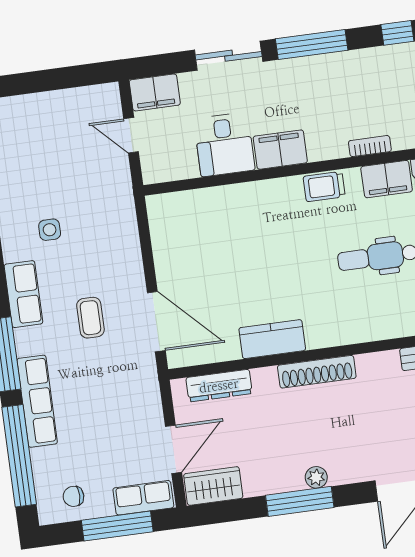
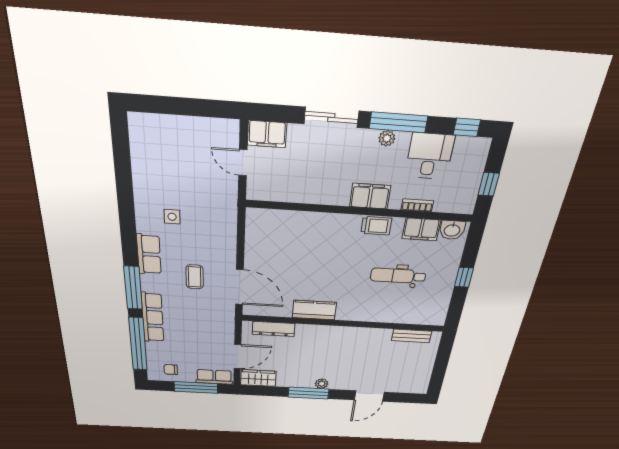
plant: (303, 67) -> (387, 138), added
desk: (224, 144) -> (430, 156), moved, turned 180
filing cabinet: (280, 150) -> (370, 196), moved
trolley: (324, 187) -> (376, 226), turned 180
shoe rack: (317, 372) -> (338, 332), removed

